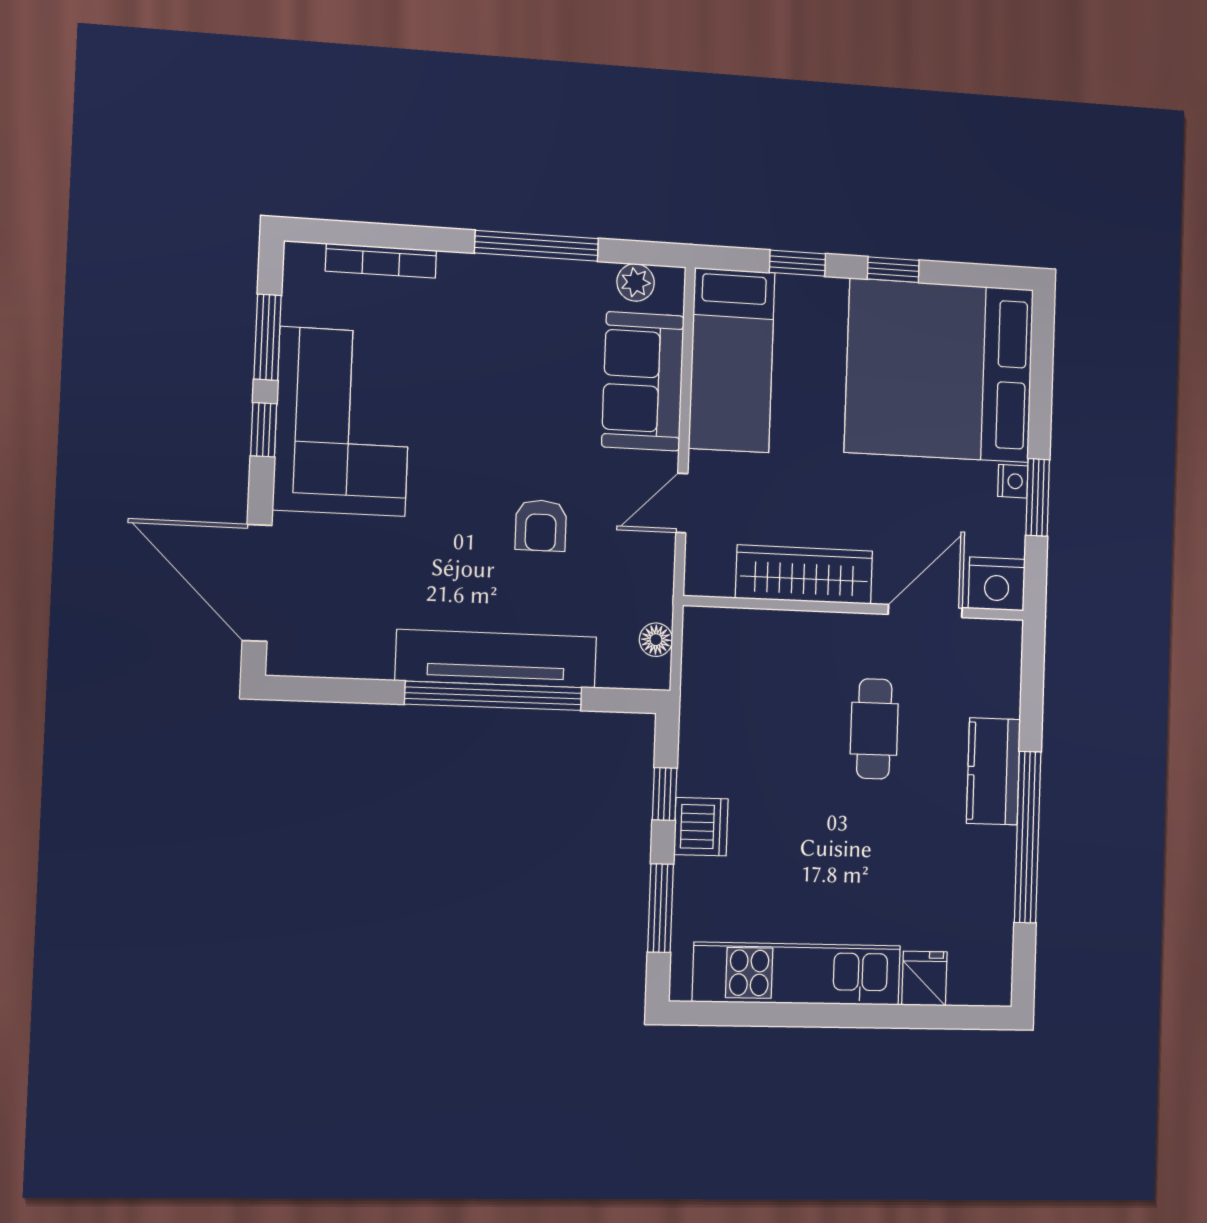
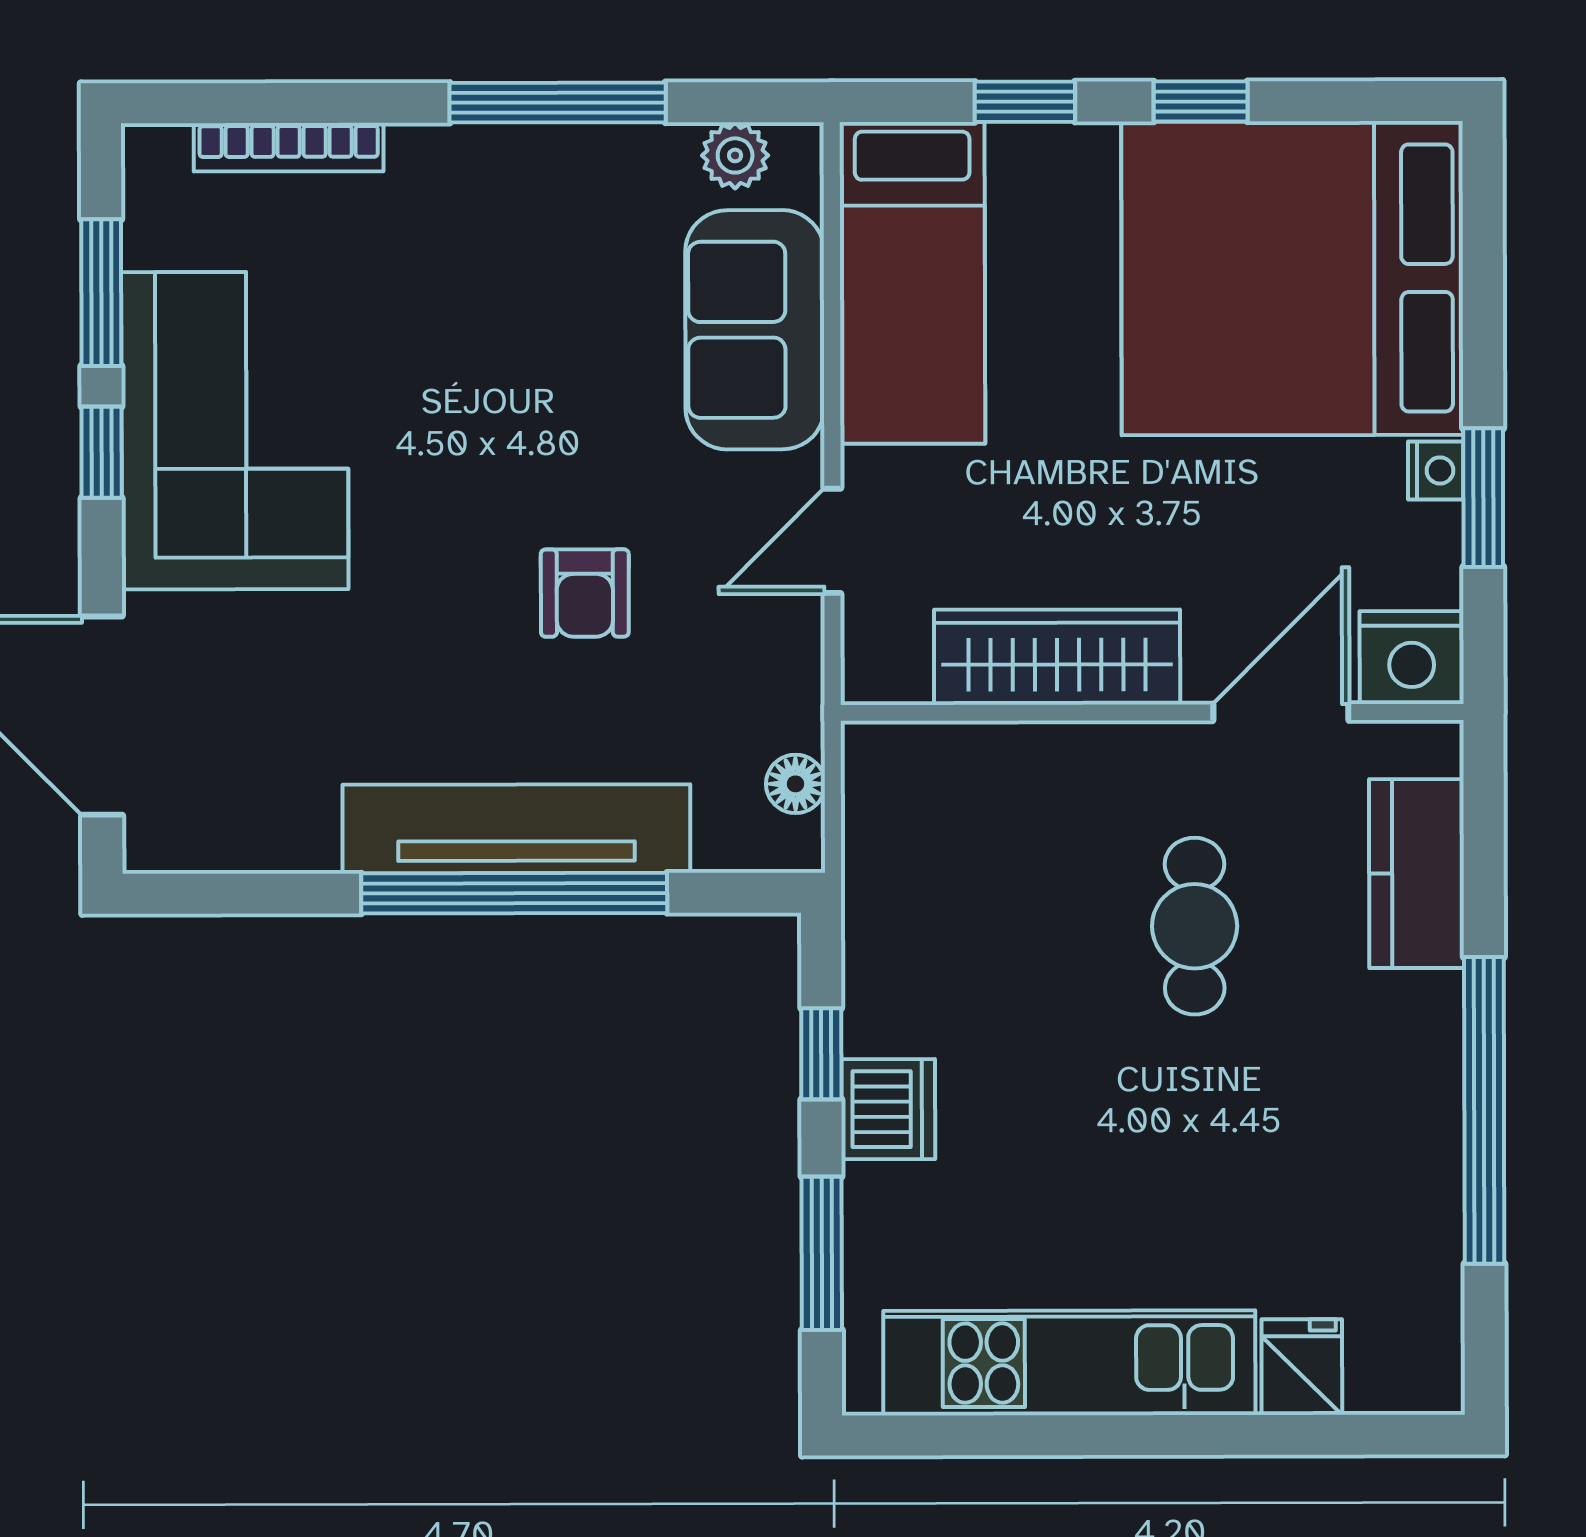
kitchen counter: (993, 771) -> (1417, 874), moved

